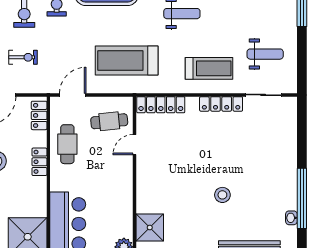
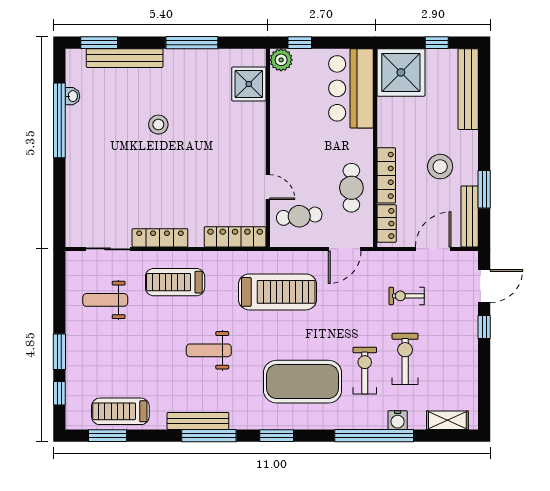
door: (134, 145) -> (268, 187), hinge flipped
locker: (39, 162) -> (386, 175), width x1.53

